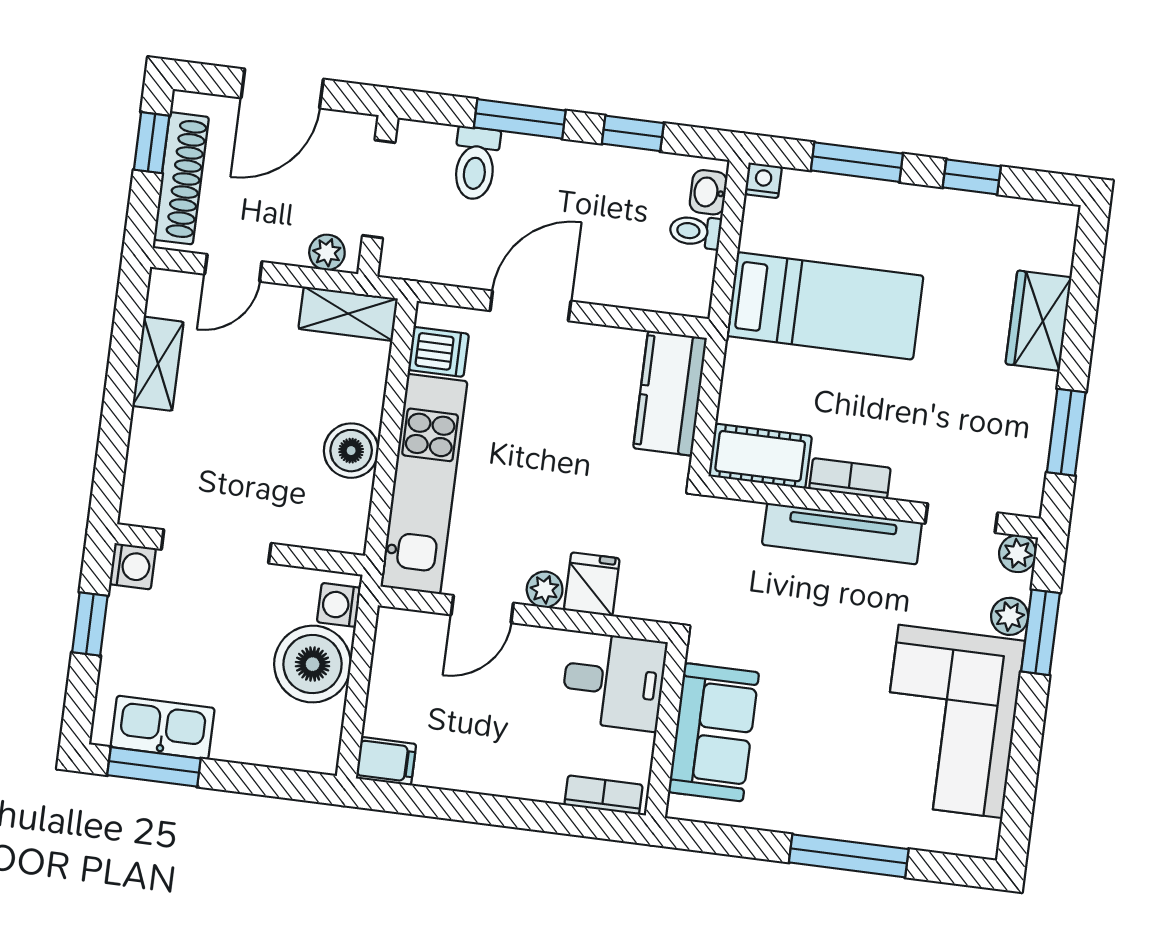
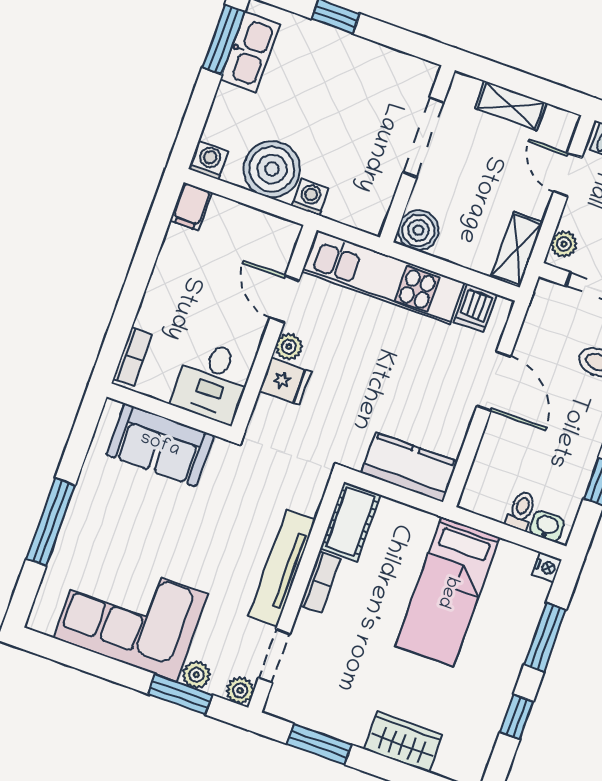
doorway: (216, 546) -> (423, 137), moved
wall: (240, 549) -> (417, 154), moved
washing machine: (133, 566) -> (209, 160), moved, turned 180

